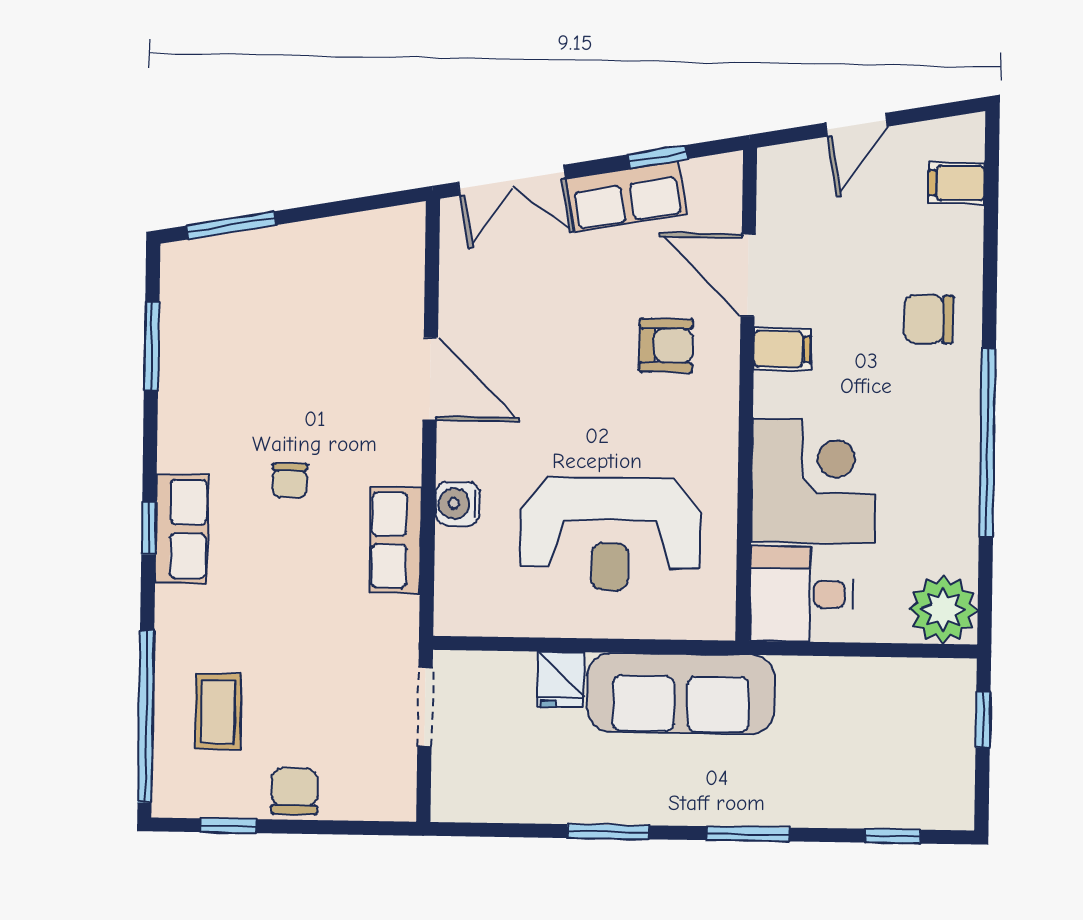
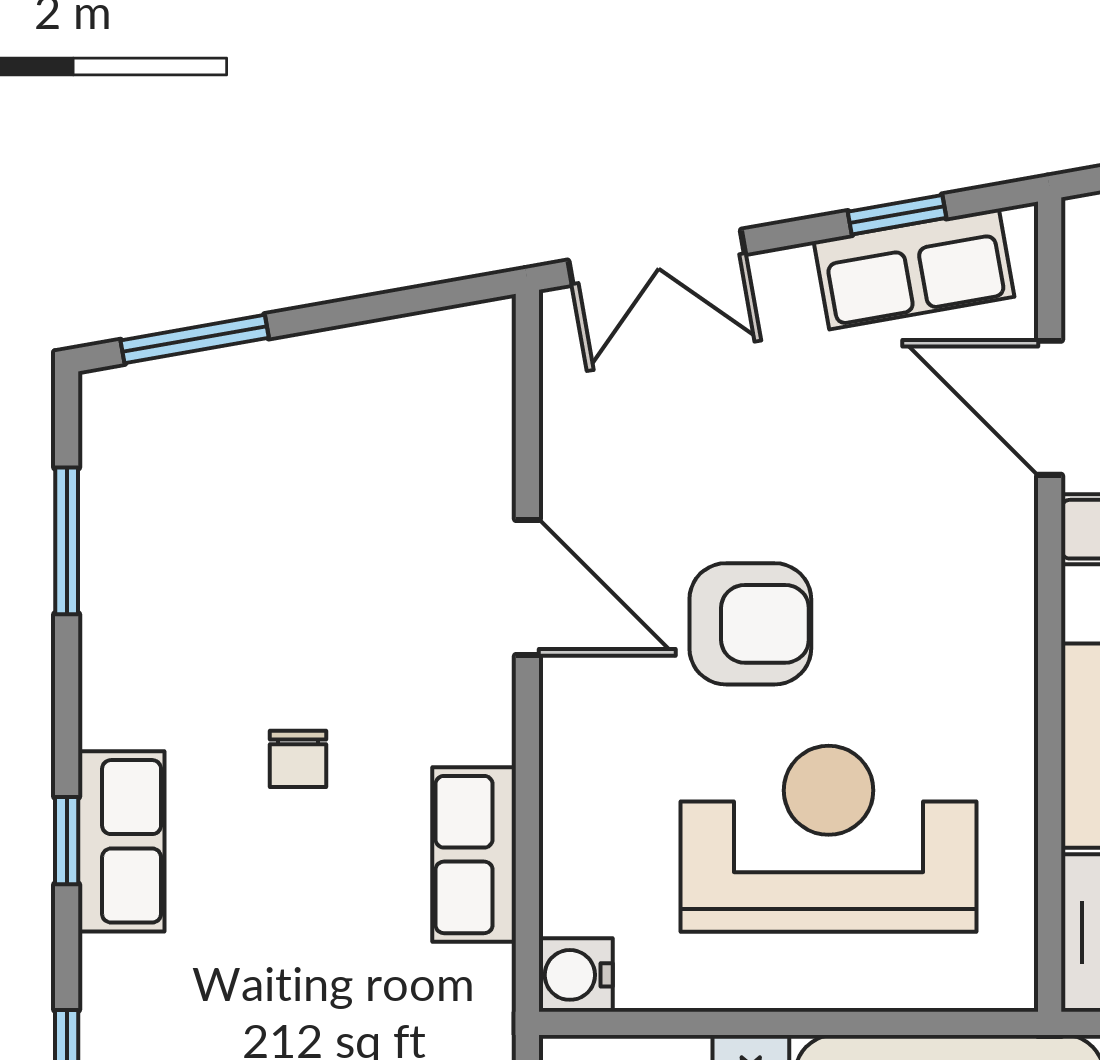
row of seats: (627, 196) -> (914, 269), moved
armchair: (666, 346) -> (750, 624), moved, width x1.38, depth x1.38
water cooler: (458, 504) -> (576, 975), moved
reception desk: (610, 534) -> (829, 839), turned 180

